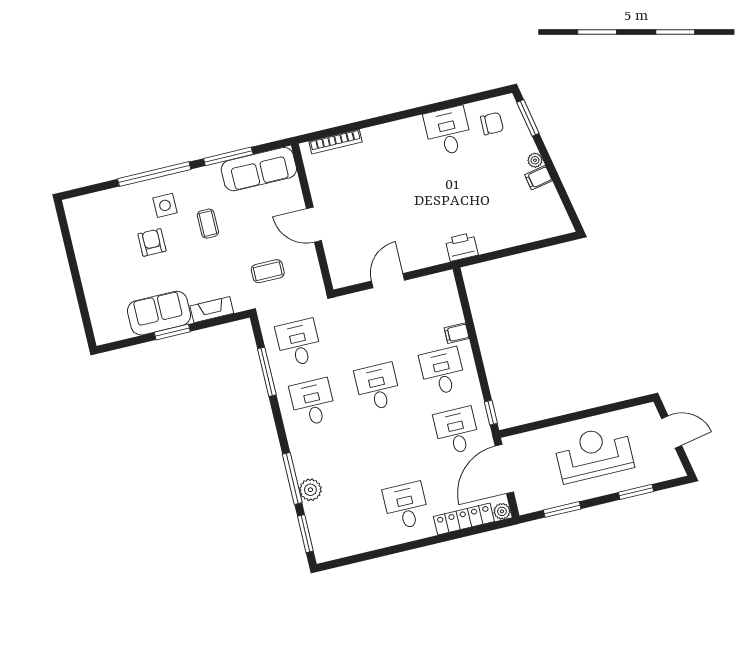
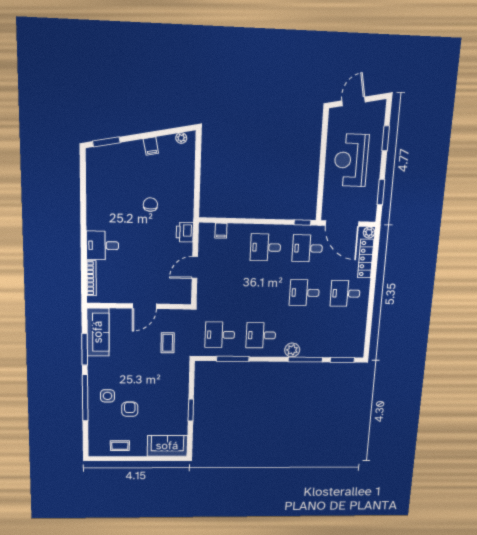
chair: (492, 124) -> (150, 205), moved
desk: (448, 131) -> (102, 245), moved
plant: (535, 160) -> (181, 138), moved
coffee table: (208, 224) -> (120, 446), moved
armchair: (152, 242) -> (130, 409), turned 90
printer: (462, 247) -> (185, 232), moved
door: (388, 281) -> (195, 267), hinge flipped
fireplace: (212, 310) -> (183, 383), removed
sofa: (159, 313) -> (167, 446), moved, turned 90
filing cabinet: (457, 333) -> (221, 231), moved
desk: (378, 387) -> (304, 293), moved
plant: (310, 490) -> (292, 350), moved

